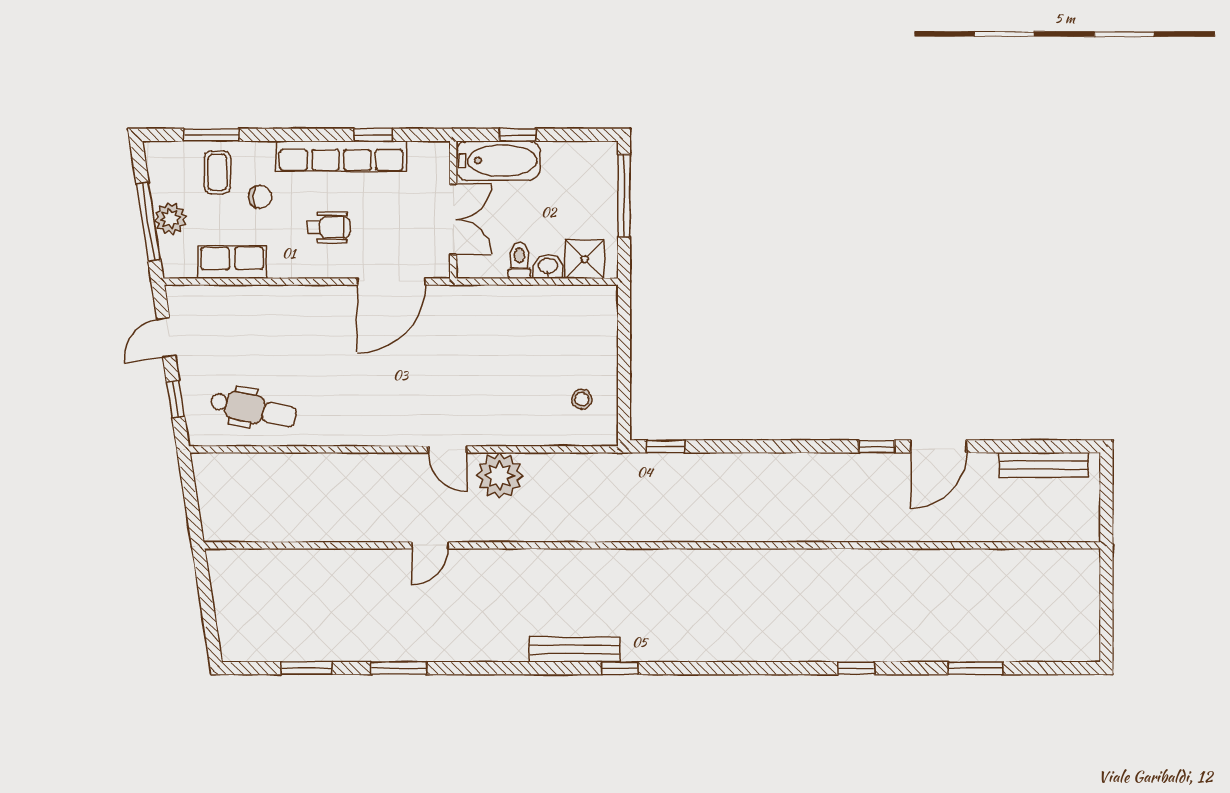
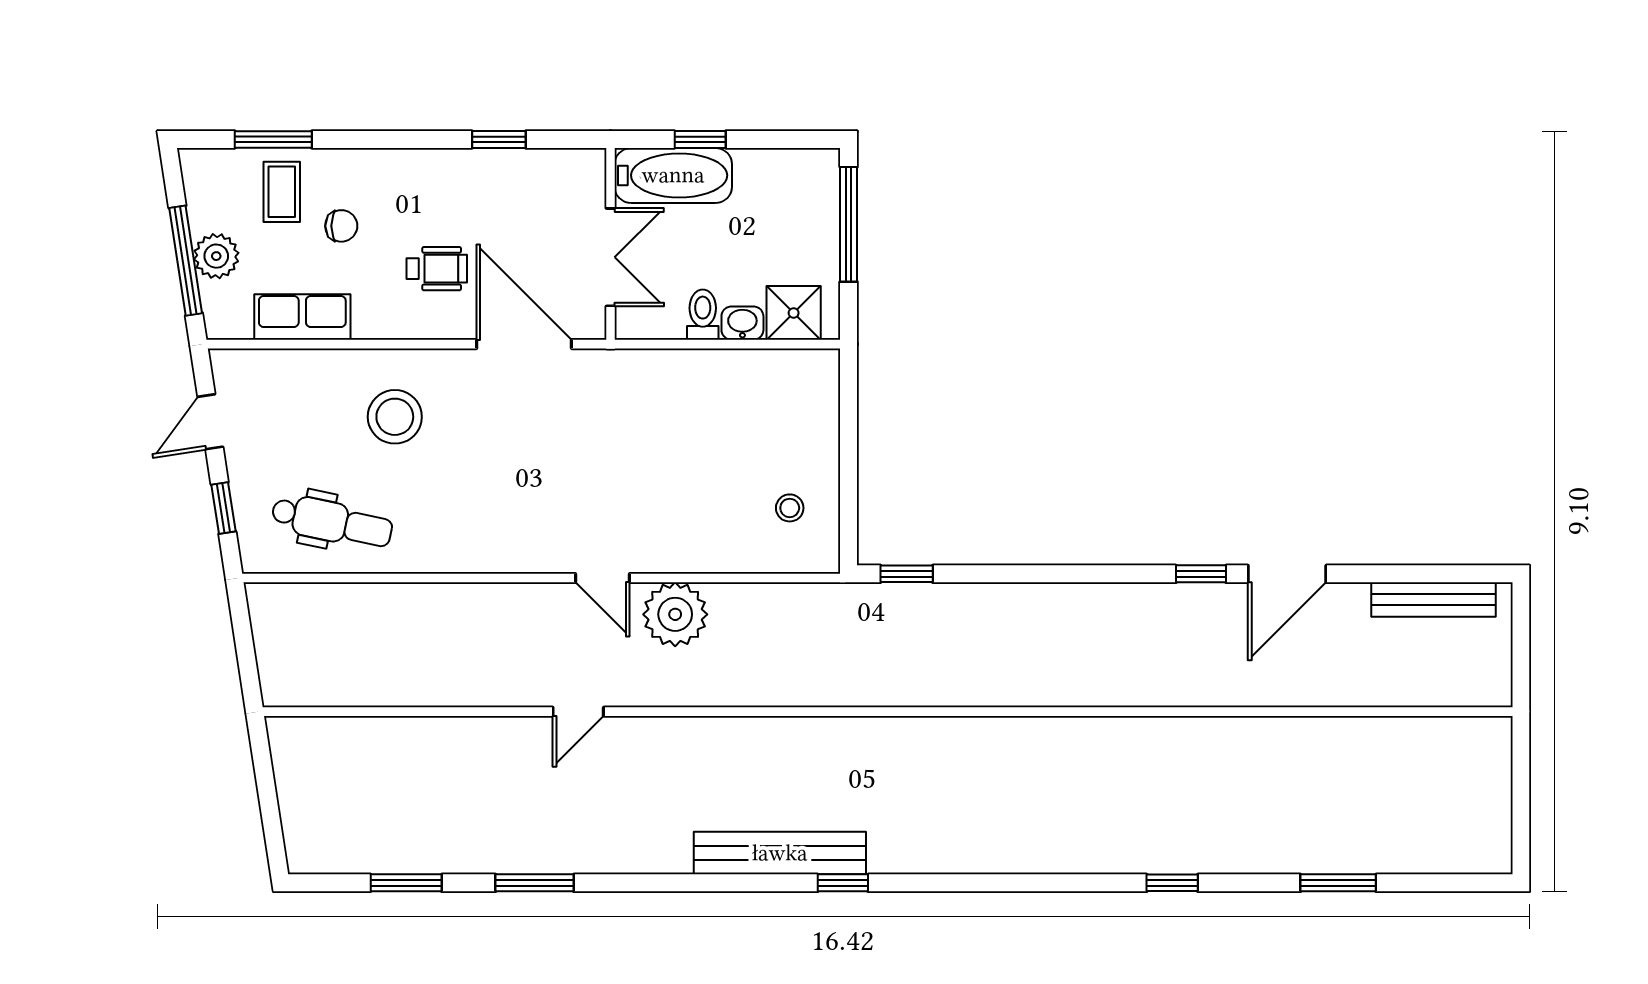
row of seats: (341, 156) -> (455, 169), removed
door: (391, 282) -> (524, 344), swing flipped
stool: (298, 334) -> (395, 417), added
bench: (575, 649) -> (780, 853), width x1.37, depth x1.21

